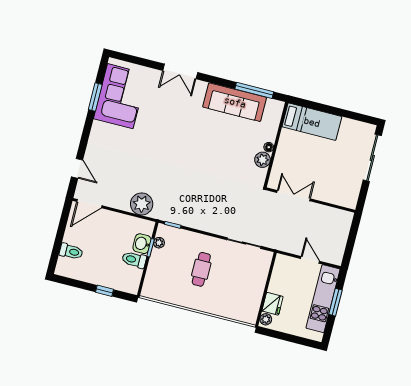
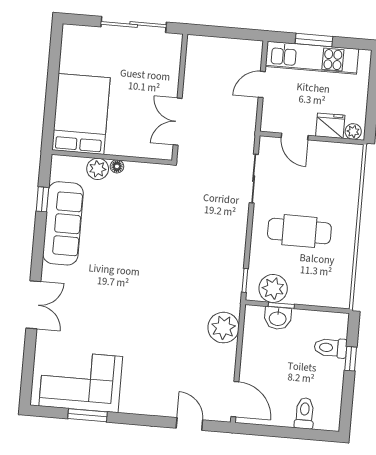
window: (254, 90) -> (42, 199), width x0.46
bed: (312, 122) -> (81, 114), width x1.50
sliding door: (372, 158) -> (134, 25), moved
plant: (263, 160) -> (98, 169), moved
door: (77, 168) -> (189, 424), hinge flipped
plant: (159, 243) -> (273, 288), width x1.87, depth x1.87
toilet: (134, 260) -> (330, 348), moved, turned 90
cafe table: (201, 269) -> (299, 231), width x1.37, depth x1.35
door: (269, 277) -> (295, 136), added

